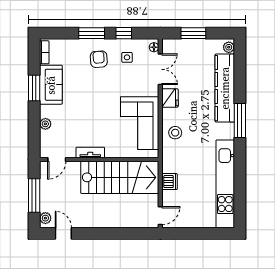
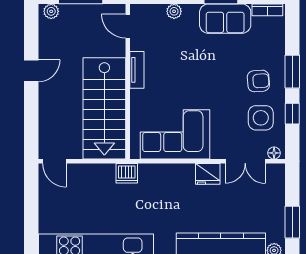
window: (193, 33) -> (292, 222), moved
side table: (127, 57) -> (261, 118), width x1.87, depth x1.87
stool: (175, 133) -> (163, 181), removed
dishwasher: (170, 182) -> (127, 173), moved
door: (63, 233) -> (31, 71), moved

